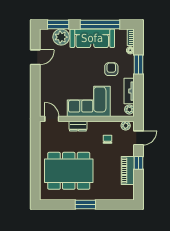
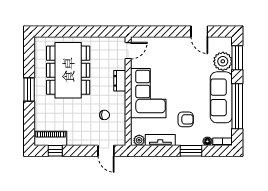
plant: (126, 126) -> (120, 136), removed
window: (138, 163) -> (55, 151), moved
piano: (128, 170) -> (50, 138), moved

